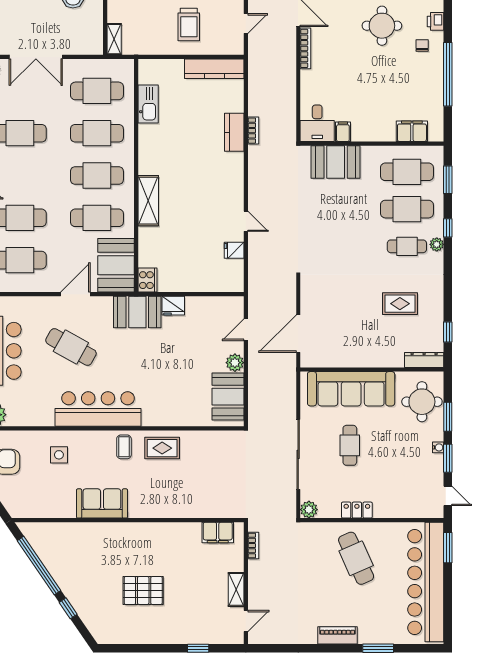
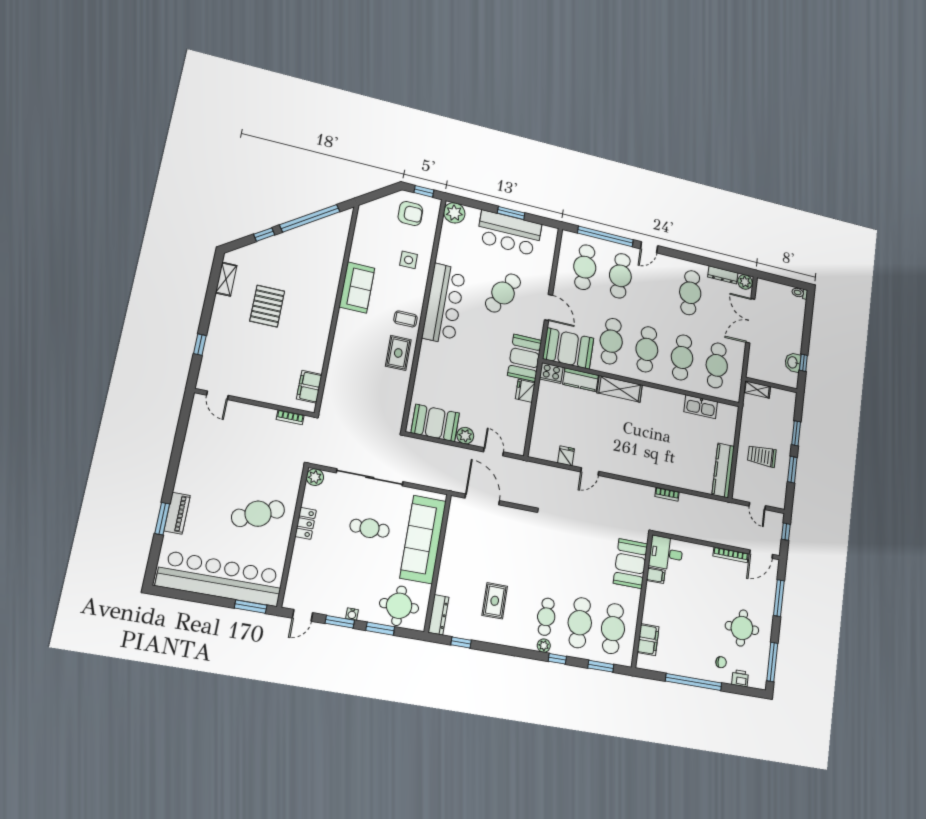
kitchen counter: (234, 132) -> (581, 380), moved, turned 180
shelving: (236, 589) -> (226, 279), moved, turned 90
piano: (338, 635) -> (177, 513), moved

